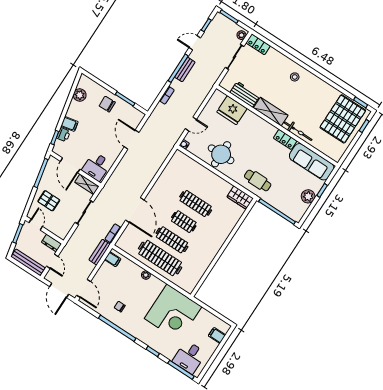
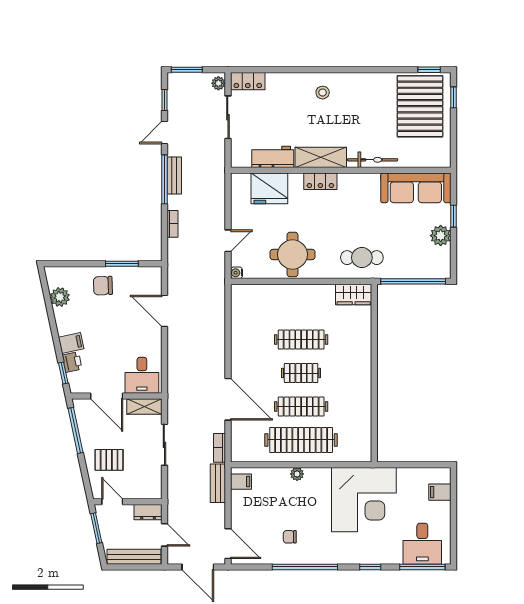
locker: (285, 139) -> (320, 181), moved

